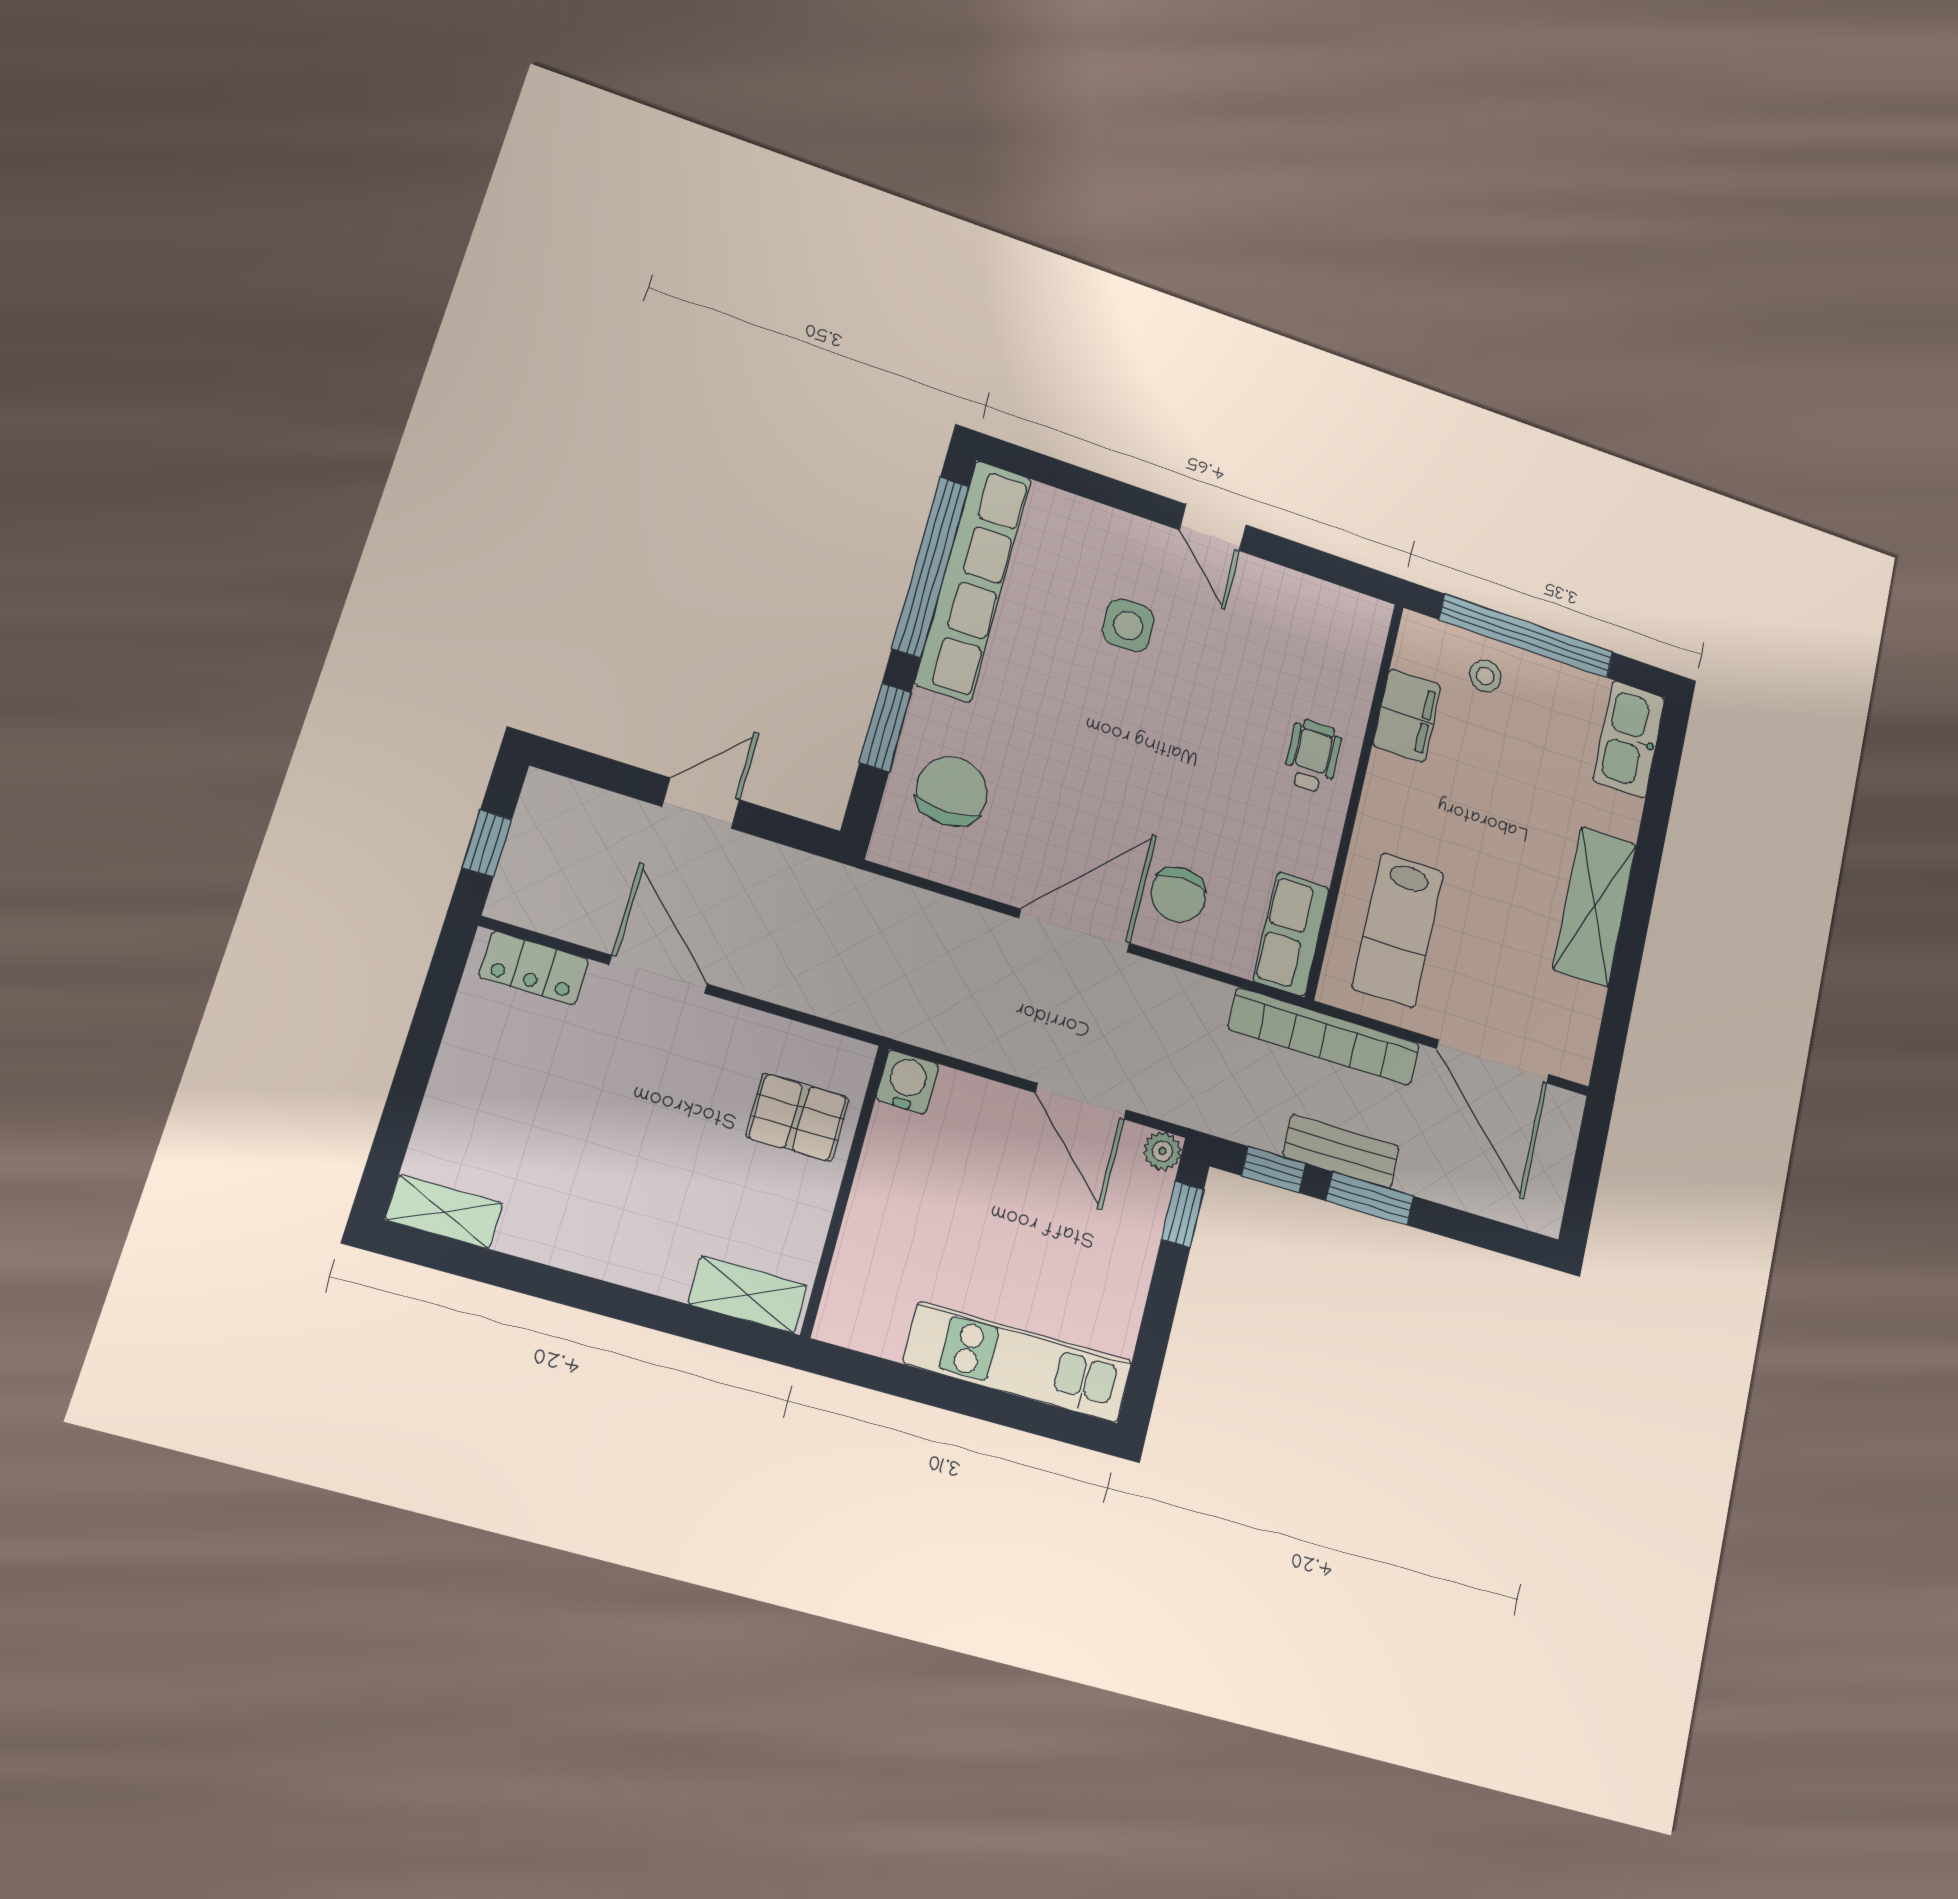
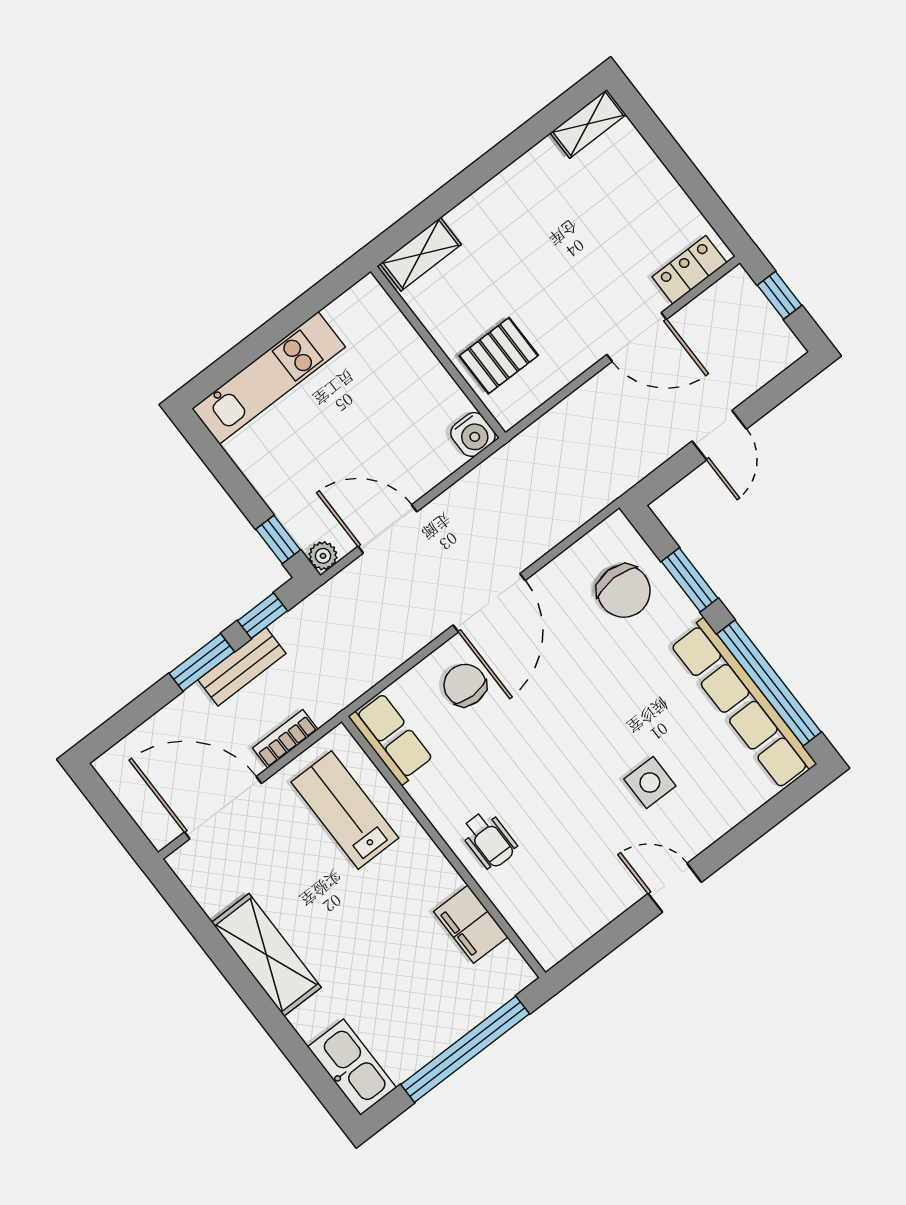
stool: (1485, 676) -> (459, 999), removed
bookcase: (1324, 1037) -> (285, 739), width x0.43, depth x0.76

